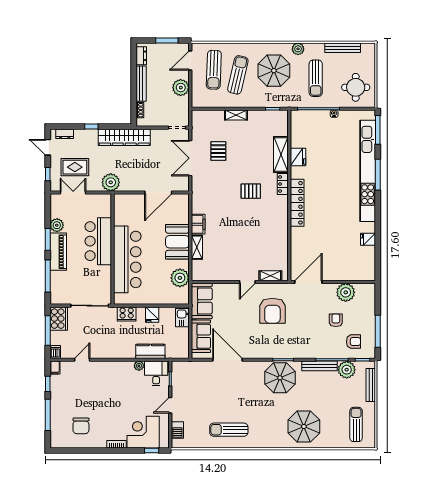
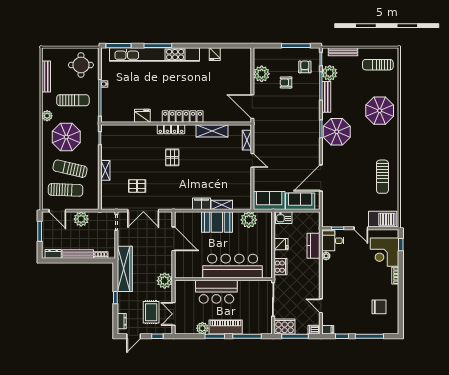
shelving: (281, 154) -> (212, 131), moved
locker: (283, 184) -> (171, 129), width x1.53
armchair: (272, 311) -> (278, 138), removed
barbecue: (177, 430) -> (383, 219), width x1.88, depth x1.53

